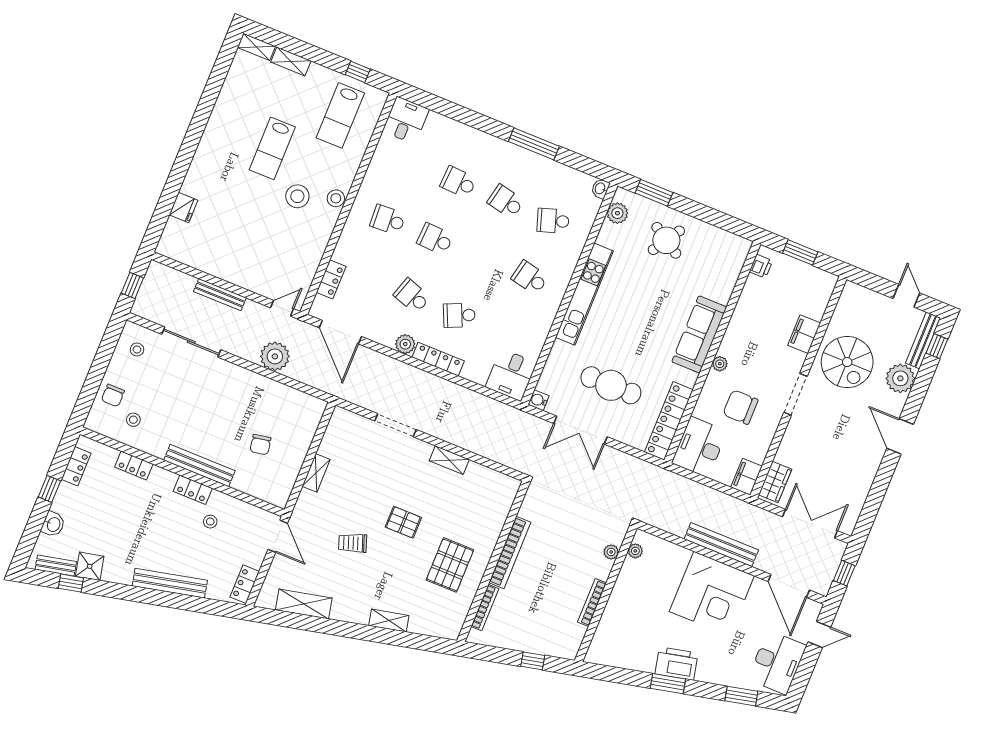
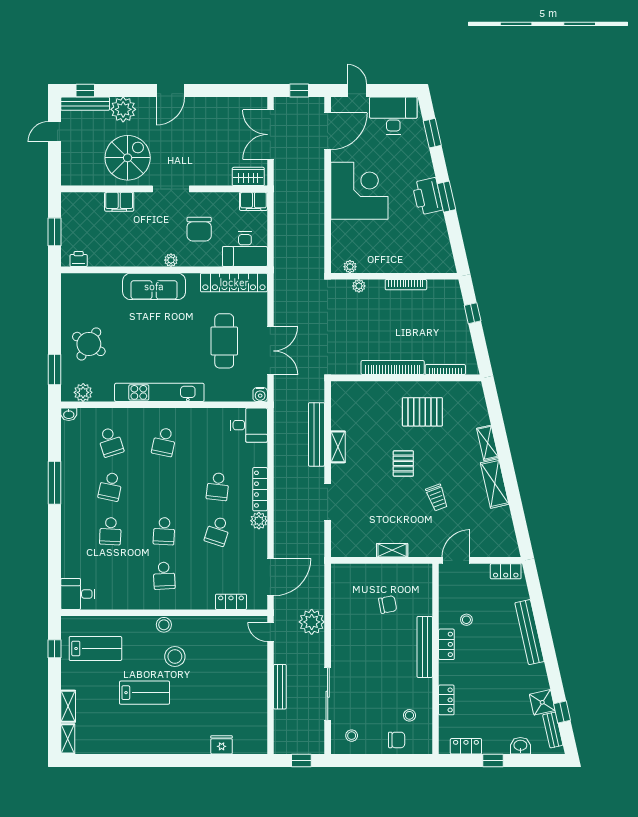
school desk: (459, 315) -> (218, 487), turned 30
bench: (721, 545) -> (316, 434), moved
shelving: (304, 604) -> (495, 484), moved

